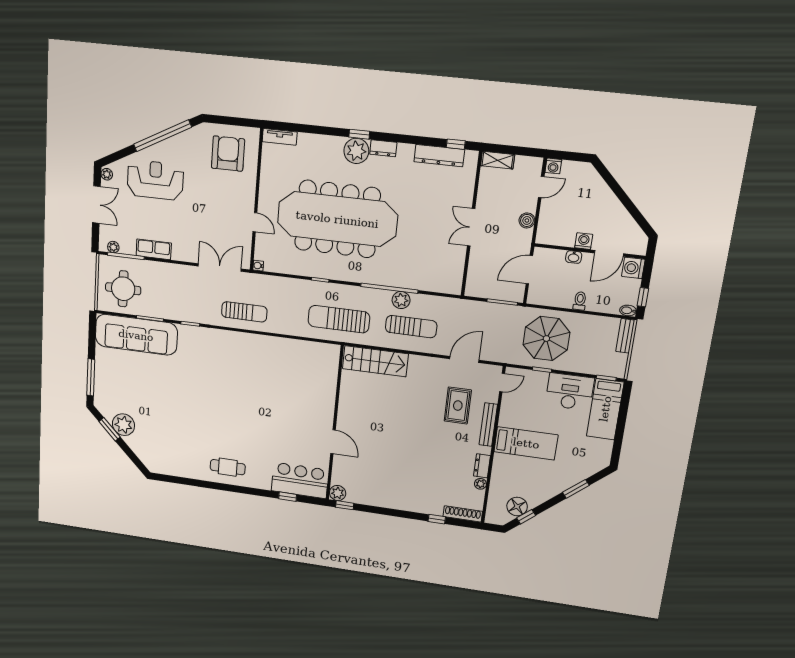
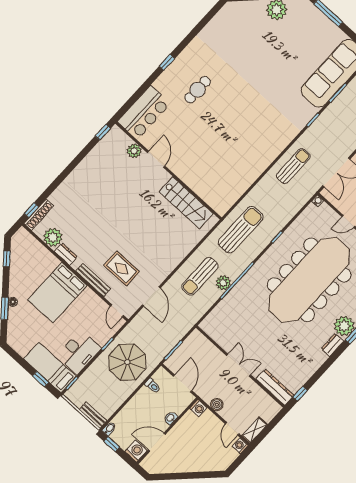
dresser: (439, 156) -> (275, 387), moved, turned 90
shelving: (498, 160) -> (255, 430), moved
washing machine: (584, 241) -> (198, 408), moved
door: (609, 253) -> (157, 442), hinge flipped
toilet: (580, 301) -> (153, 386), moved
sun lounger: (244, 312) -> (293, 166), turned 180
stairs: (375, 361) -> (186, 203), moved, turned -90
window: (623, 410) -> (41, 379), added
door: (333, 442) -> (156, 159), swing flipped
bed: (526, 443) -> (57, 293), width x1.50
cafe table: (228, 467) -> (198, 90), moved
plant: (480, 484) -> (53, 237), width x1.88, depth x1.88
plant: (338, 493) -> (134, 151), moved
window: (288, 497) -> (167, 62), moved
floor lamp: (517, 506) -> (13, 302), moved, width x0.53, depth x0.53
window: (437, 519) -> (31, 210), moved

